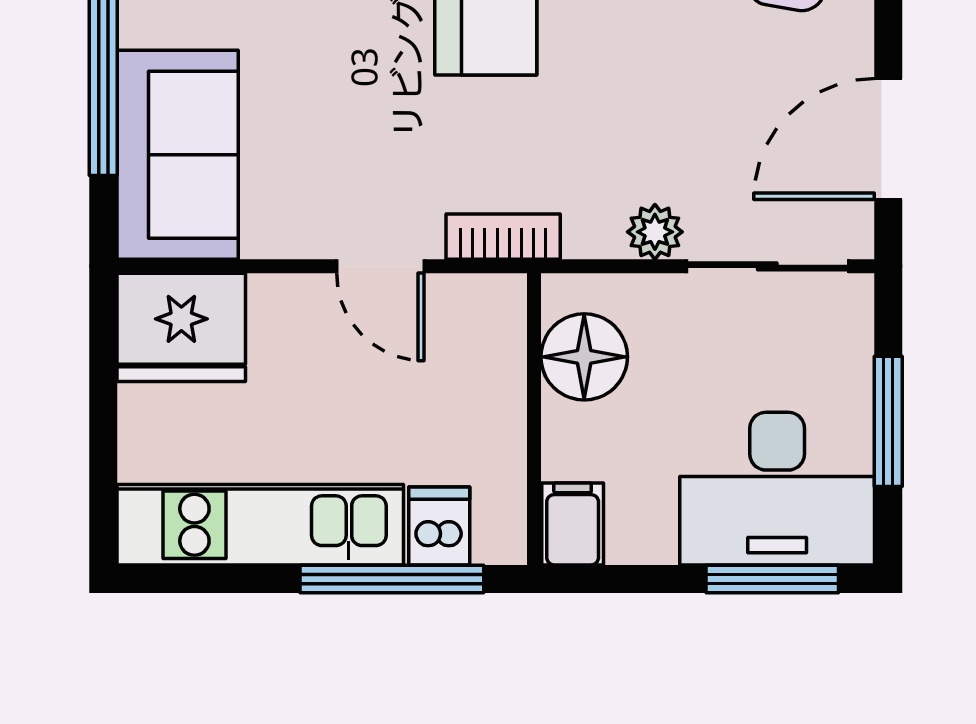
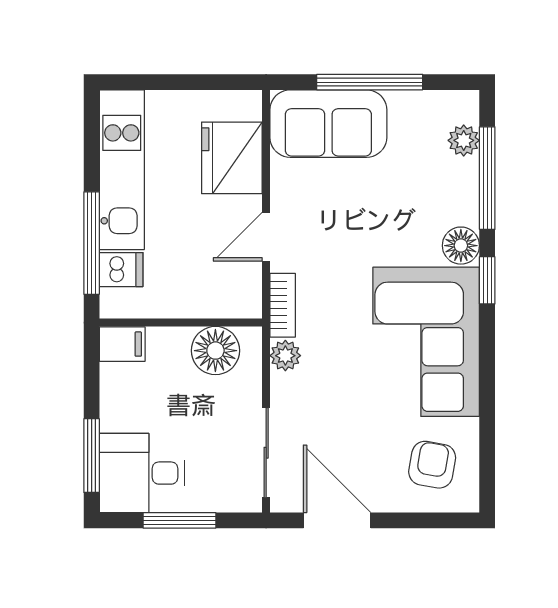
plant: (655, 232) -> (285, 356), moved
fridge: (181, 327) -> (232, 158), moved
desk: (777, 489) -> (142, 473), width x0.73

